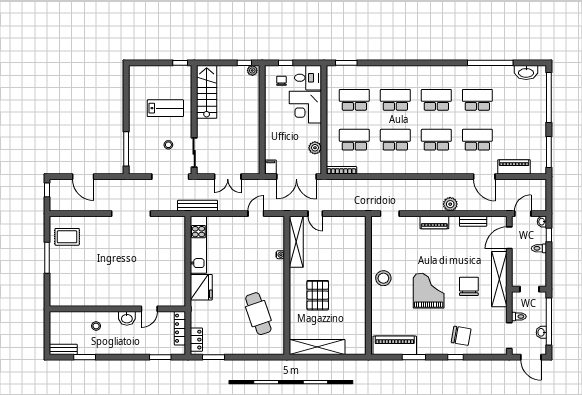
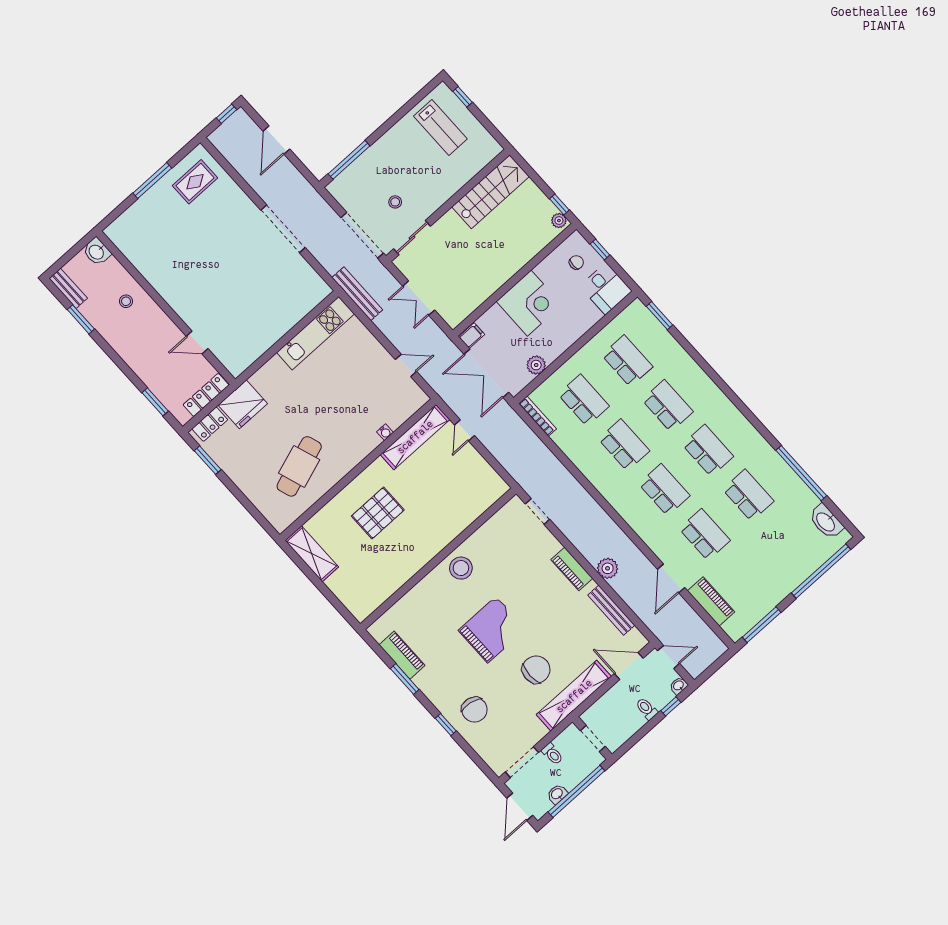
window: (180, 63) -> (463, 97), moved
corner desk: (305, 107) -> (529, 303), moved, turned 180
lab bench: (165, 108) -> (440, 128), moved
bench: (473, 221) -> (611, 610), width x1.36
rug: (67, 237) -> (195, 182), turned 90
fridge: (201, 287) -> (243, 404), moved
washbasin: (127, 318) -> (97, 252), moved
piano: (395, 345) -> (402, 655), width x0.73, depth x0.75
shelving: (317, 347) -> (312, 554), width x0.68

